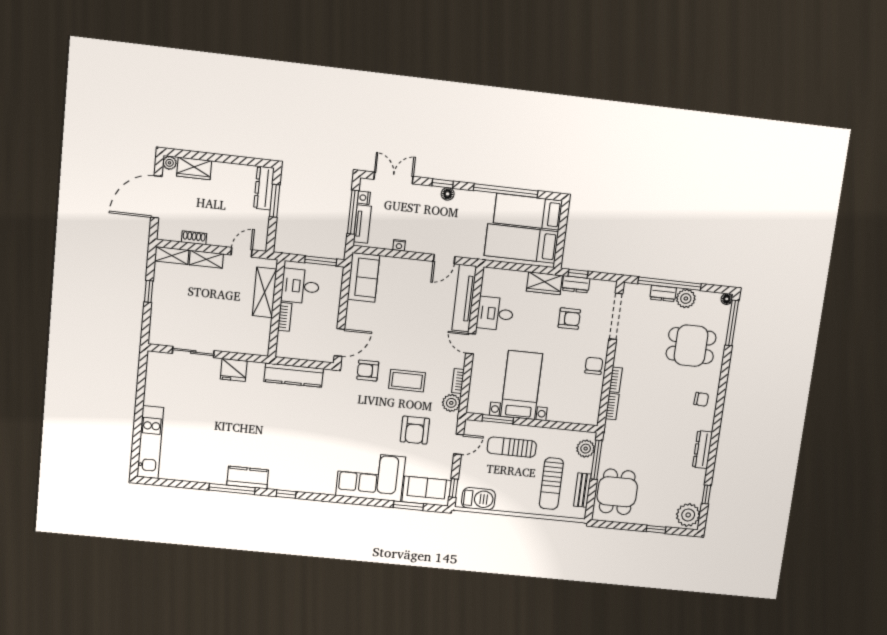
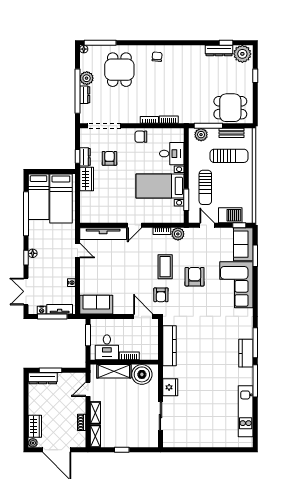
door: (242, 252) -> (88, 389), hinge flipped
desk: (495, 314) -> (172, 154), moved, turned -90
boiler: (256, 332) -> (142, 374), added
armchair: (415, 430) -> (195, 277), moved, turned -90
kitchen unit: (150, 442) -> (246, 411), moved, turned -90
dresser: (702, 450) -> (219, 50), moved
kitchen counter: (248, 478) -> (246, 353), moved
window: (286, 494) -> (255, 343), width x2.17
barbecue: (478, 499) -> (230, 215), moved, turned 90

